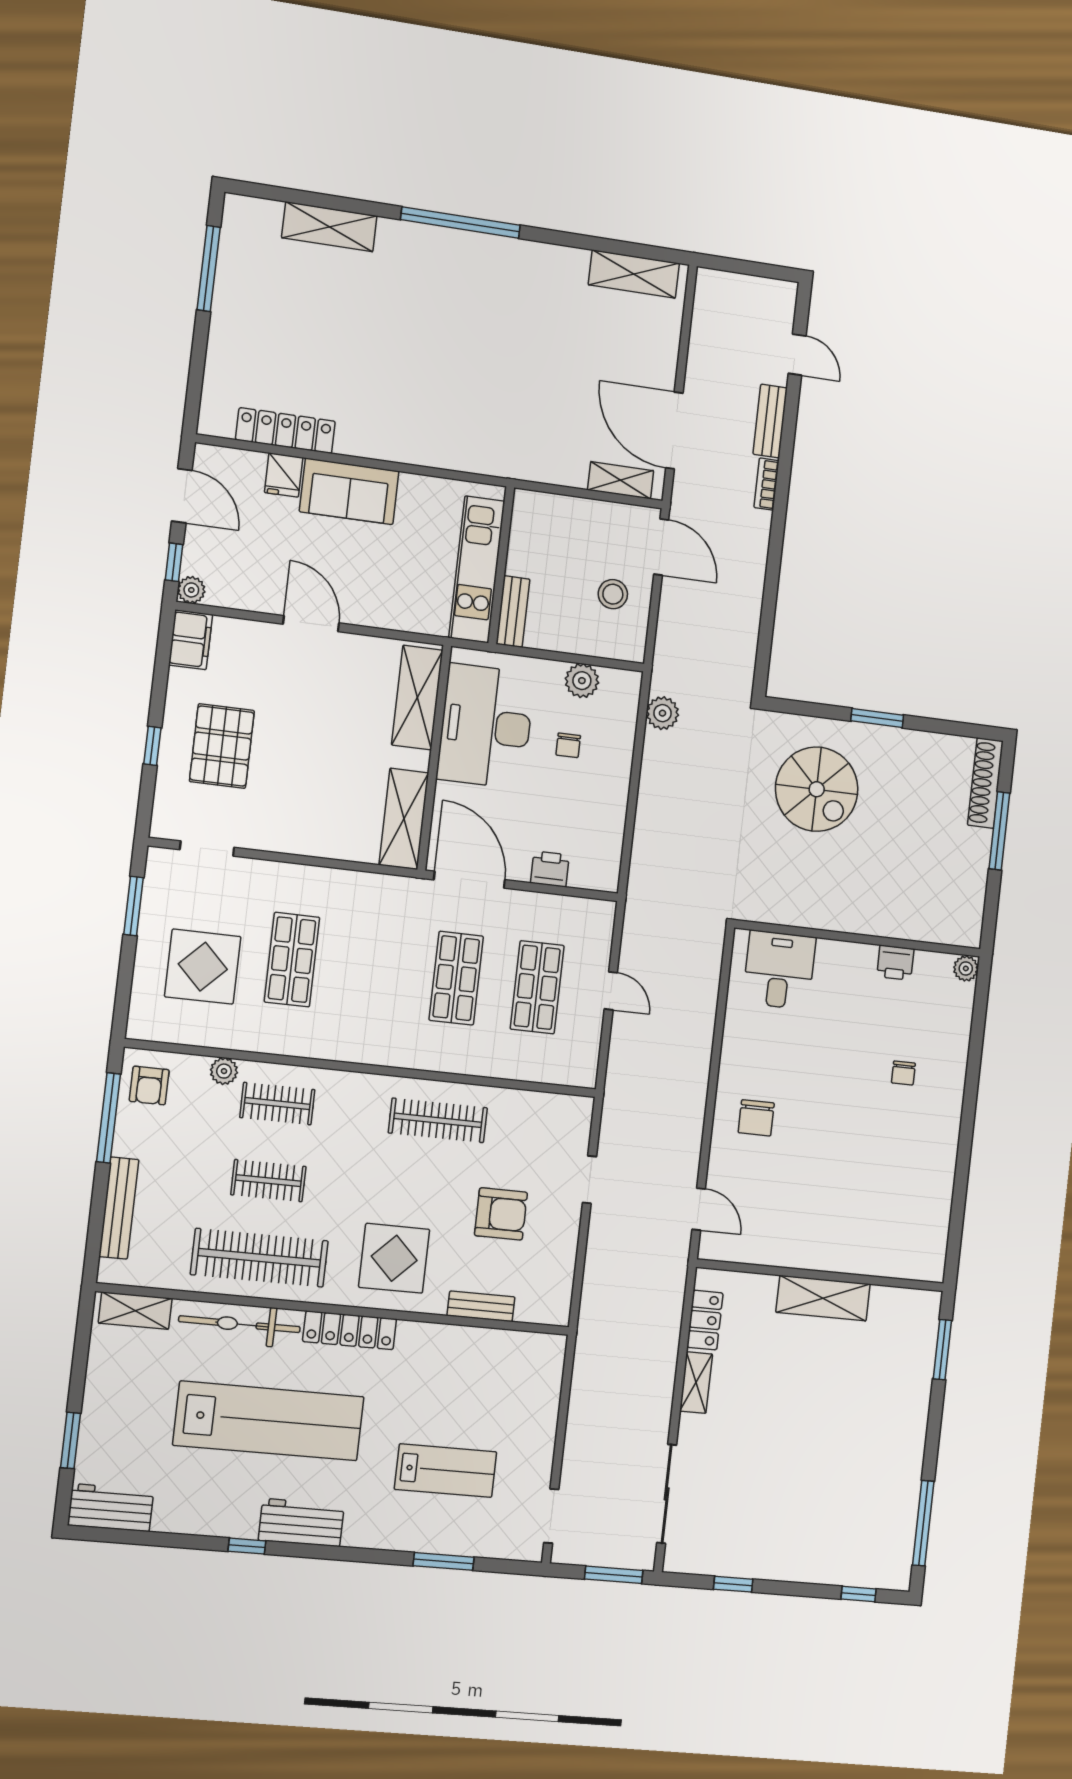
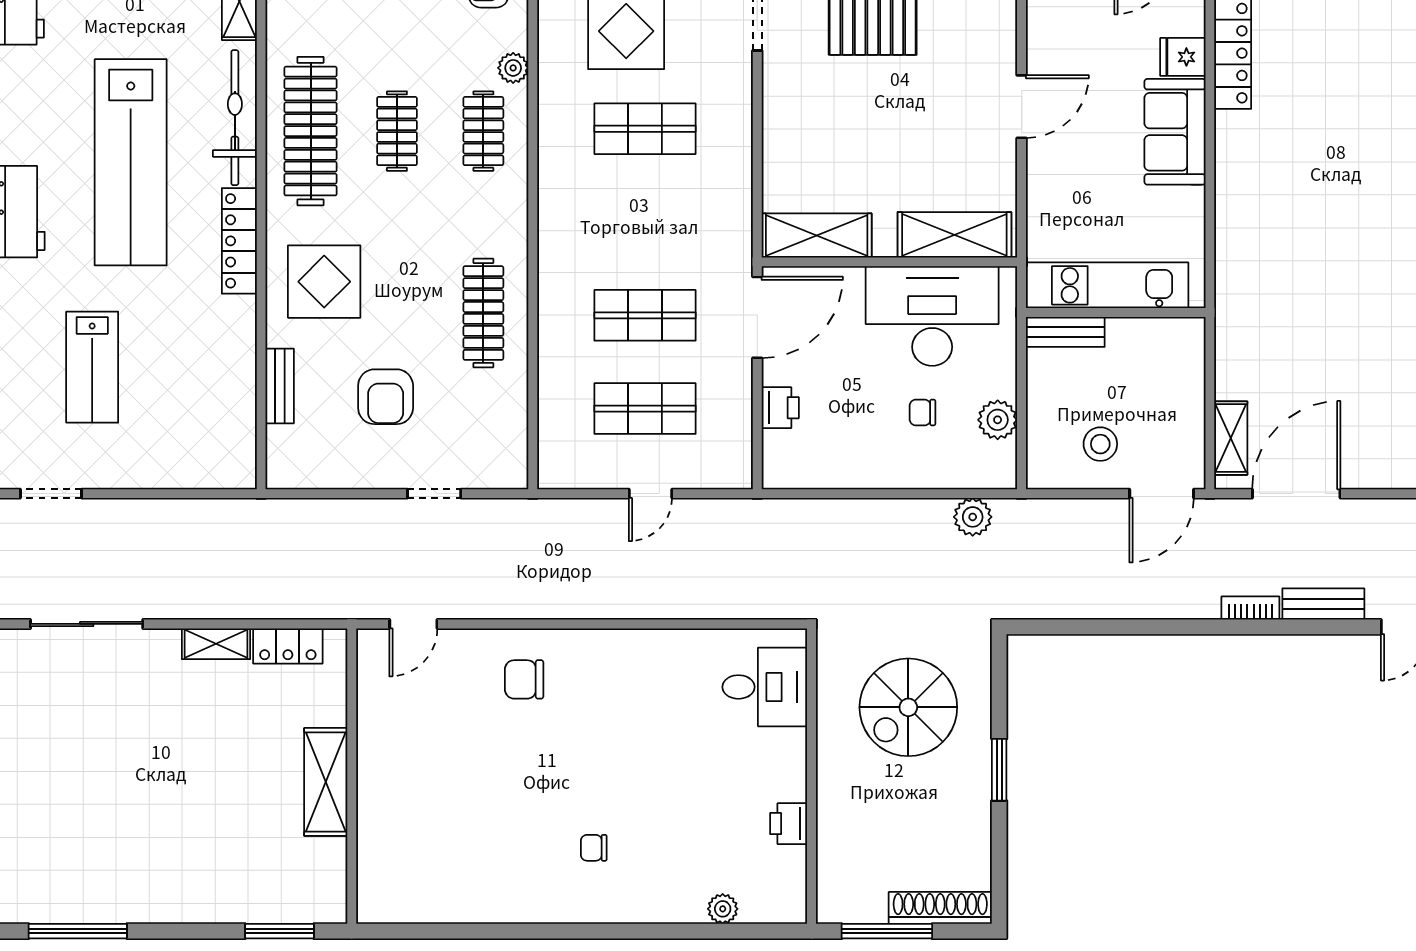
wall: (858, 938) -> (812, 776), moved
printer: (895, 963) -> (789, 824), moved
desk: (779, 970) -> (765, 687), moved

